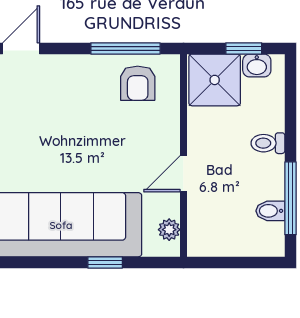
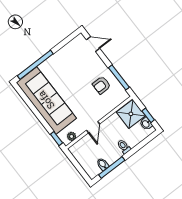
armchair: (138, 83) -> (102, 85), moved
door: (183, 174) -> (93, 127), swing flipped
window: (105, 262) -> (56, 139), moved

